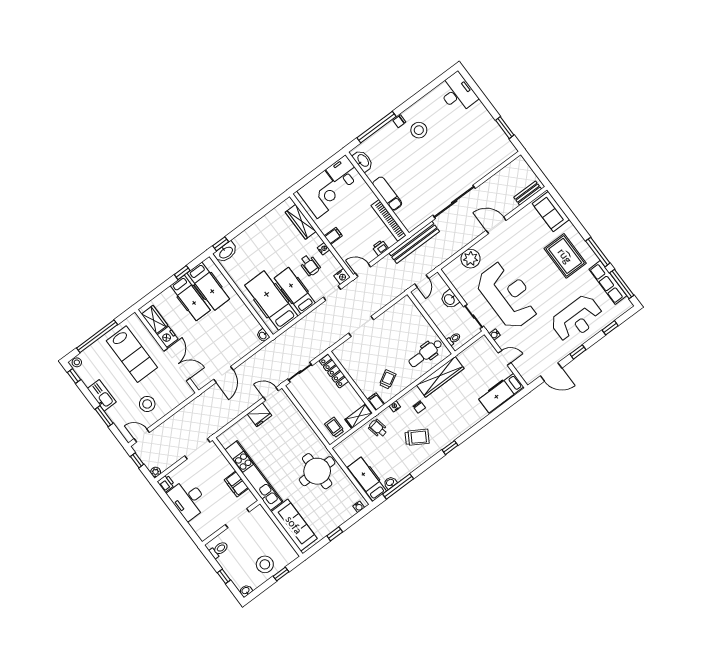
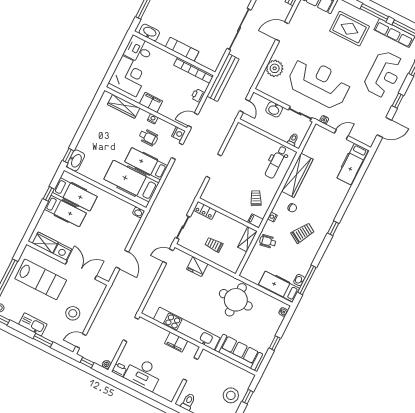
filing cabinet: (333, 236) -> (151, 102), width x2.00
locker: (334, 371) -> (205, 210), width x0.66
fridge: (259, 415) -> (197, 266), moved, turned 90
trolley: (334, 427) -> (214, 245), moved

